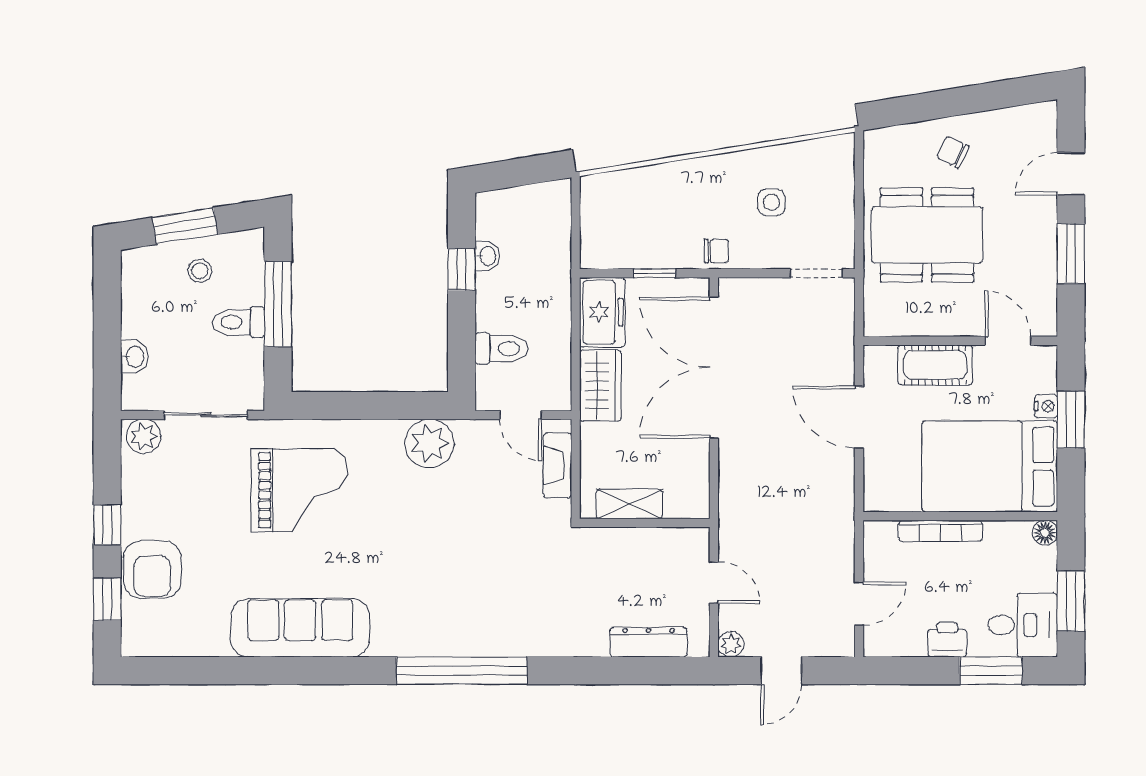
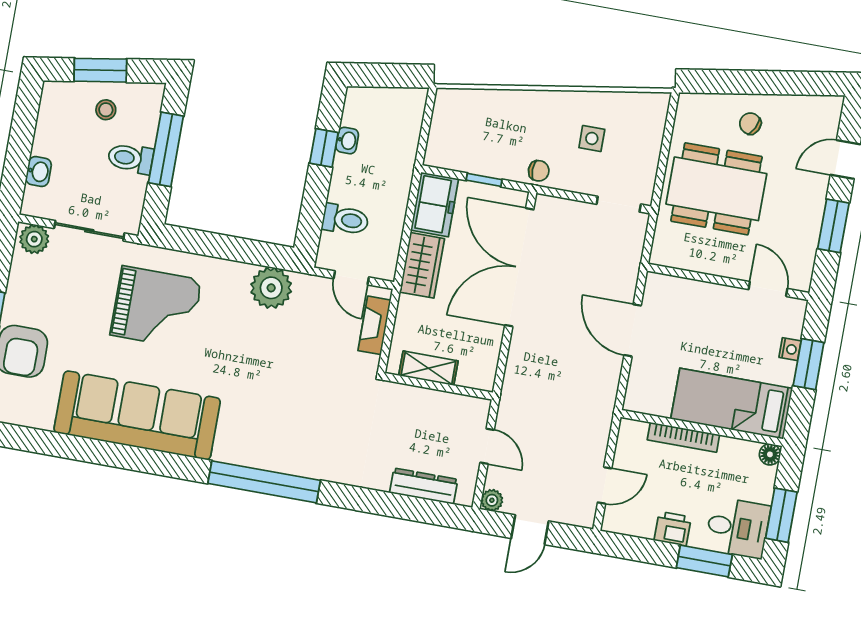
cot: (935, 365) -> (704, 298), removed
bed: (990, 466) -> (732, 404), width x0.67
sofa: (300, 628) -> (137, 415), width x1.36, depth x1.27

